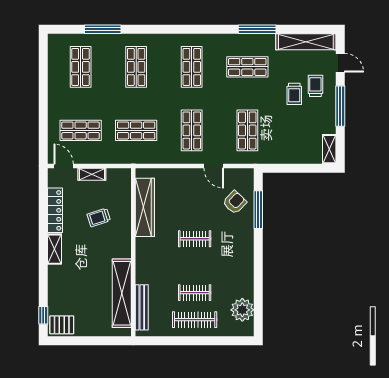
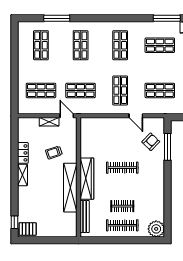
shop shelf: (247, 130) -> (160, 90), turned 90
door: (64, 166) -> (67, 116), moved
wardrobe: (145, 207) -> (87, 179), moved
locker: (55, 210) -> (23, 153), width x0.66
clothes rail: (195, 239) -> (122, 168), width x1.36
shelving: (122, 293) -> (70, 188), moved
plant: (242, 310) -> (156, 229), moved

